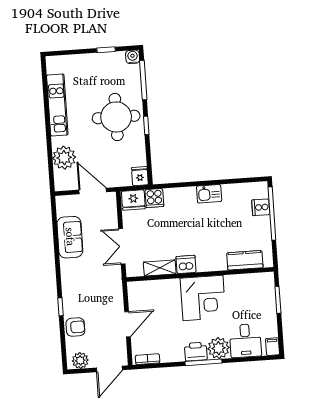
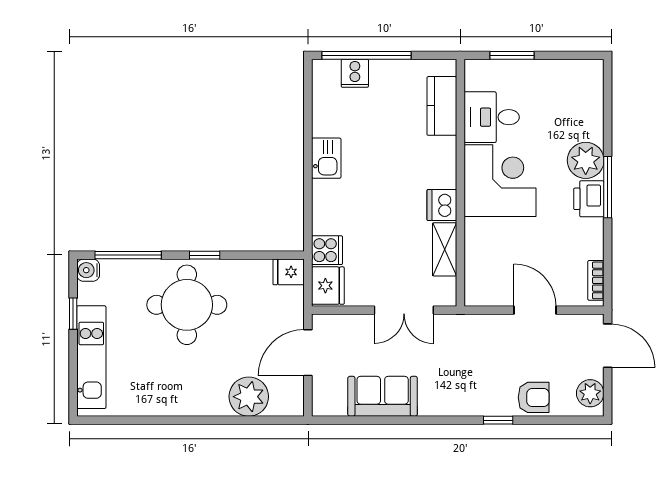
kitchen unit: (57, 105) -> (91, 357), moved, turned 90
armchair: (75, 327) -> (534, 397), turned 90
desk: (245, 341) -> (492, 117), moved, turned 180
filing cabinet: (272, 347) -> (589, 70), removed

